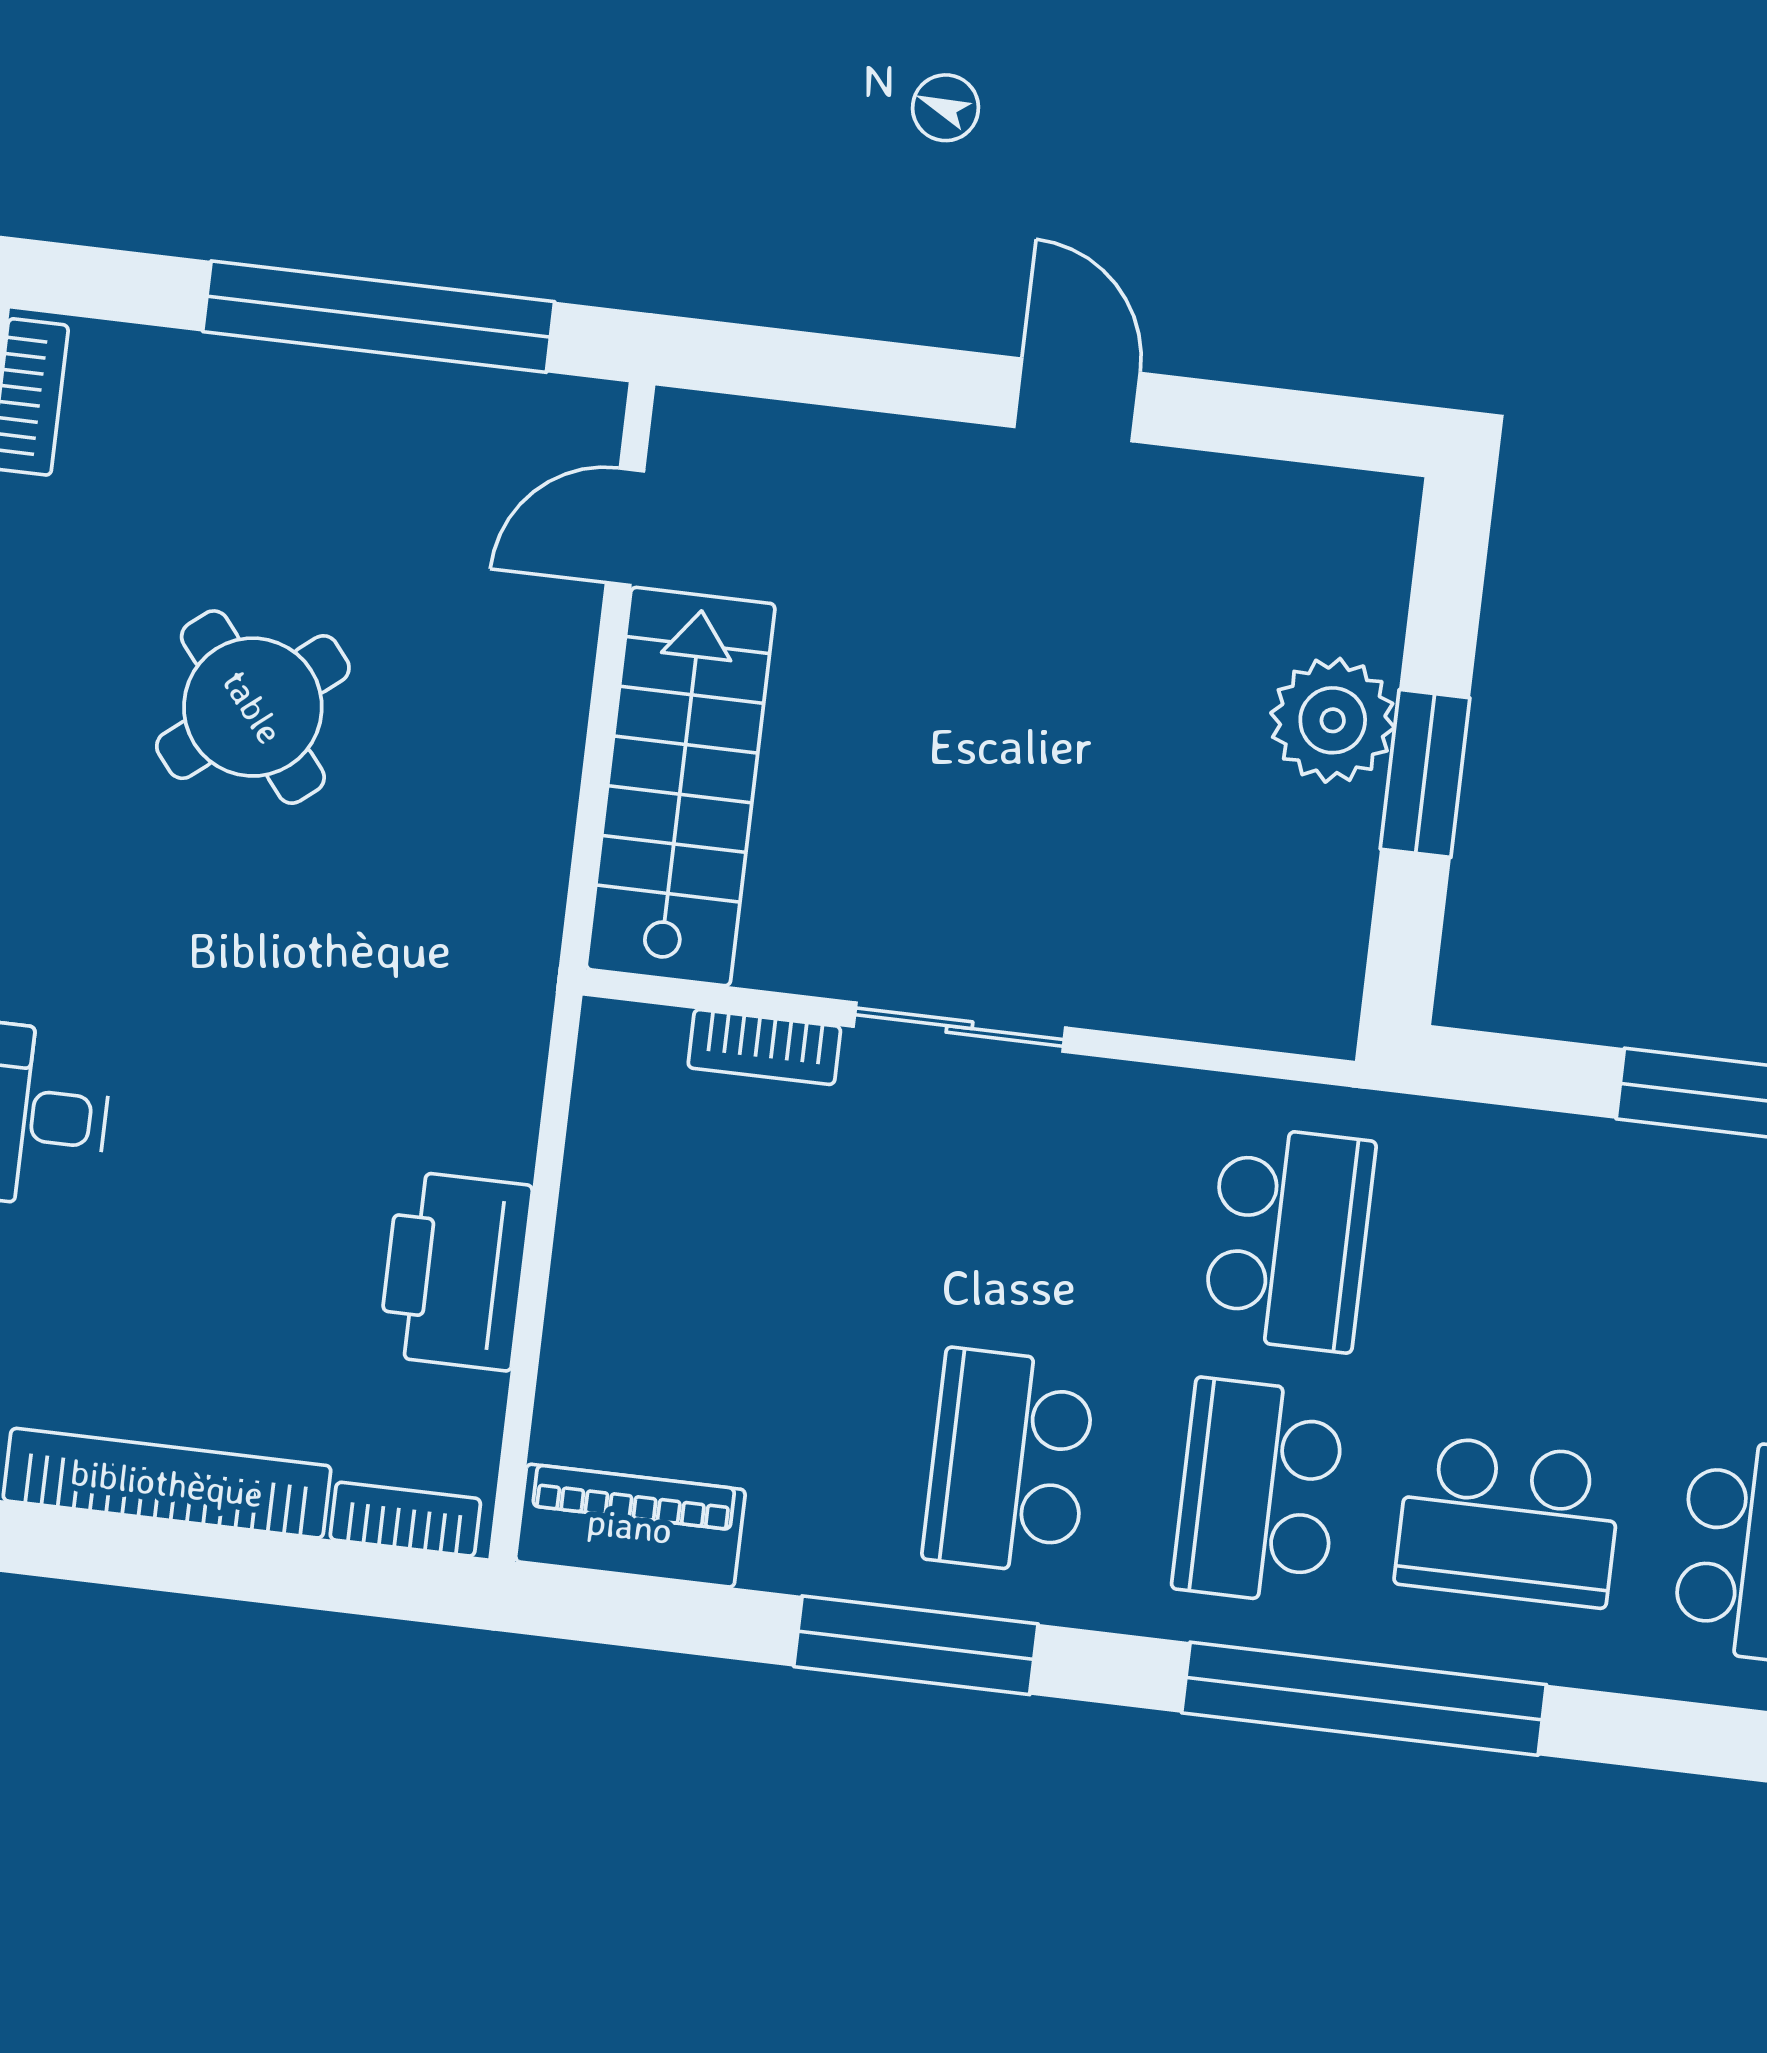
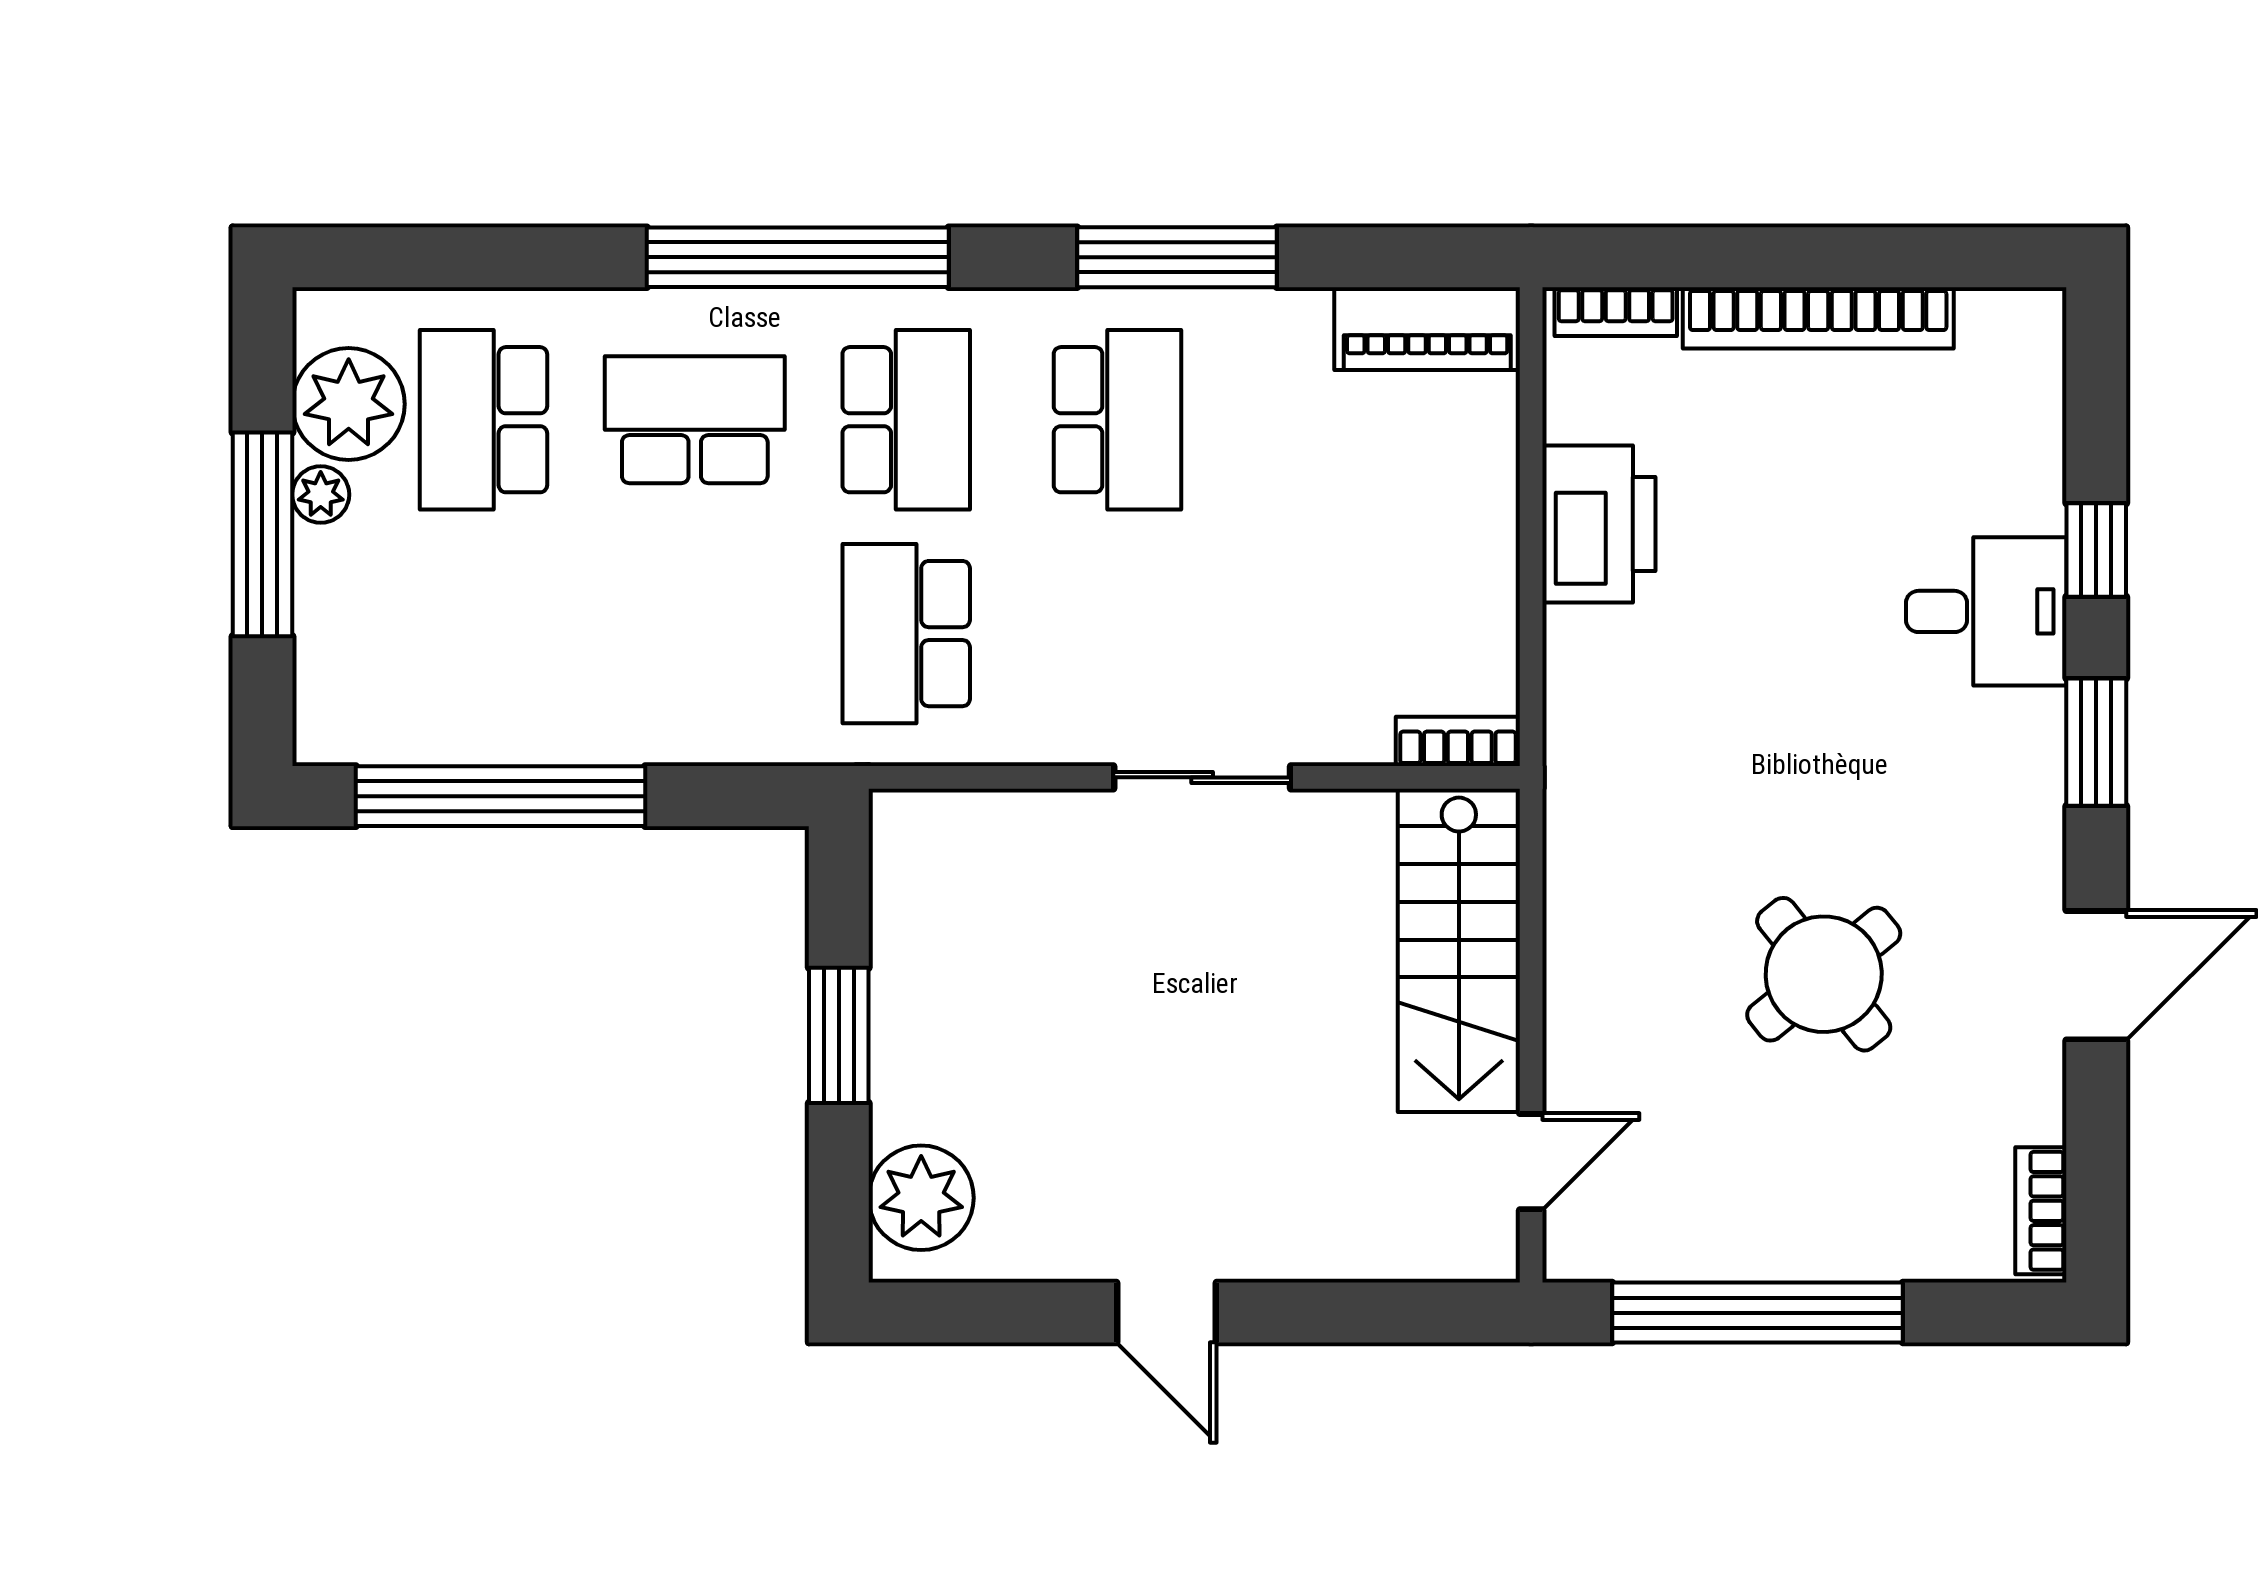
plant: (1333, 720) -> (921, 1198), moved
bookcase: (764, 1047) -> (1458, 741), moved

